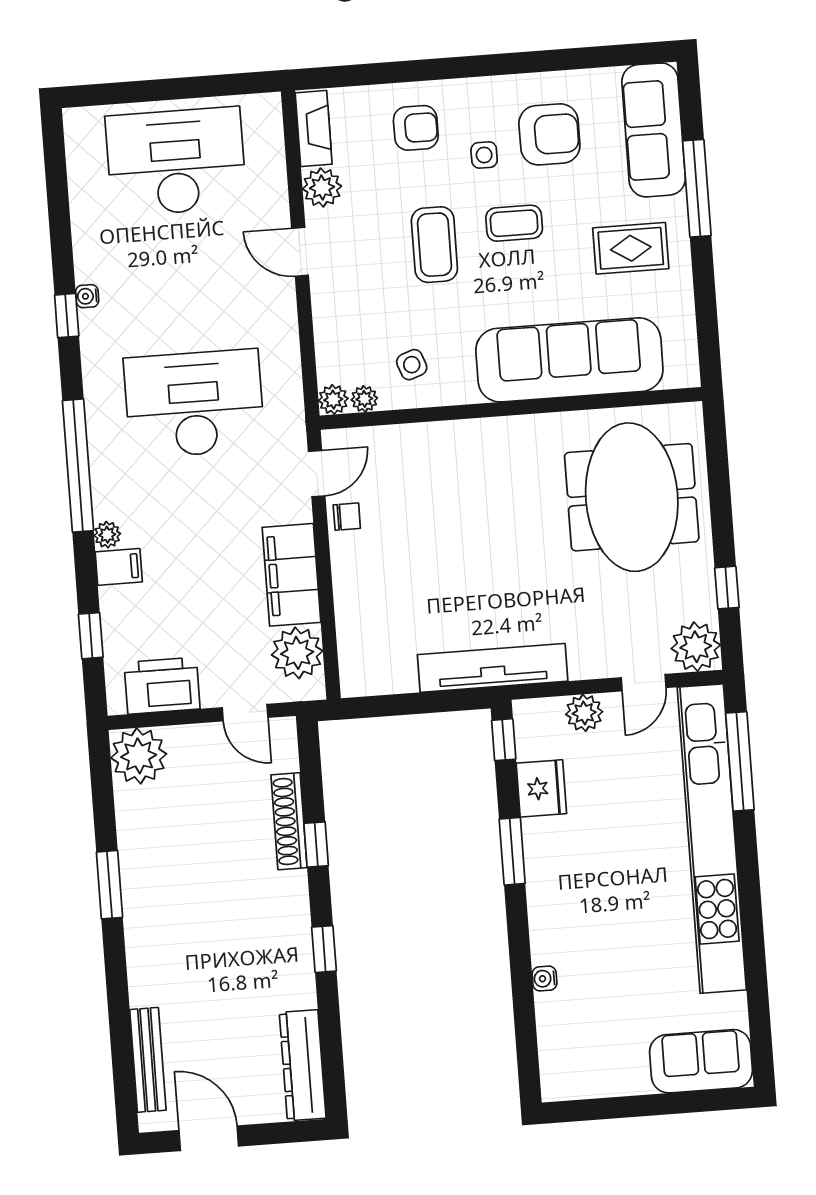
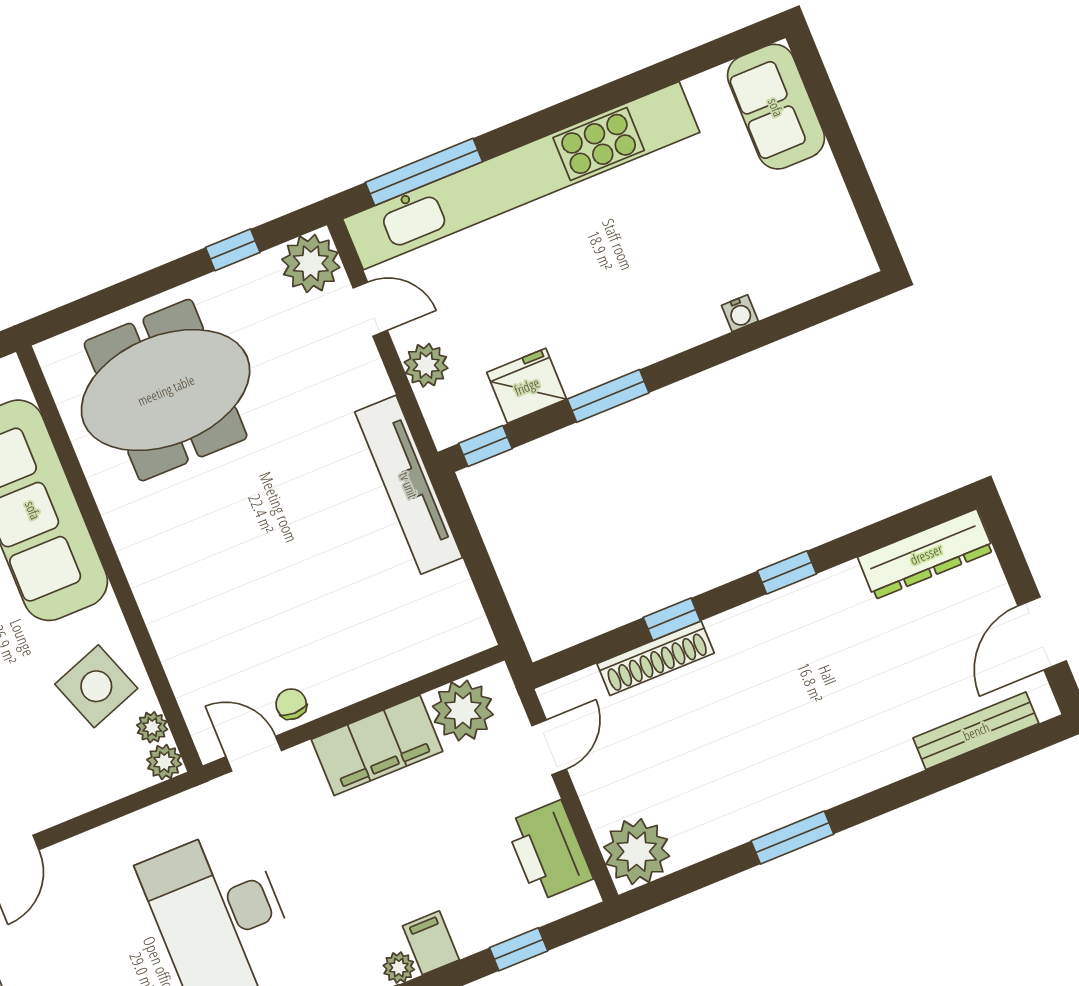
side table: (412, 365) -> (96, 686), width x1.87, depth x1.87

